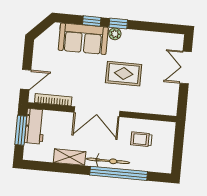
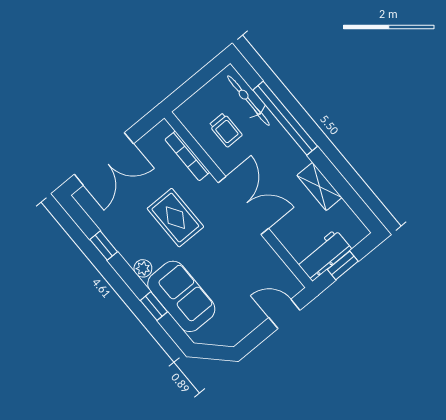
window: (118, 24) -> (104, 246), moved
double door: (186, 67) -> (104, 159), width x1.37
bookcase: (53, 100) -> (187, 156), moved
window: (21, 130) -> (343, 265), width x0.67
bicycle: (108, 161) -> (248, 101), moved

